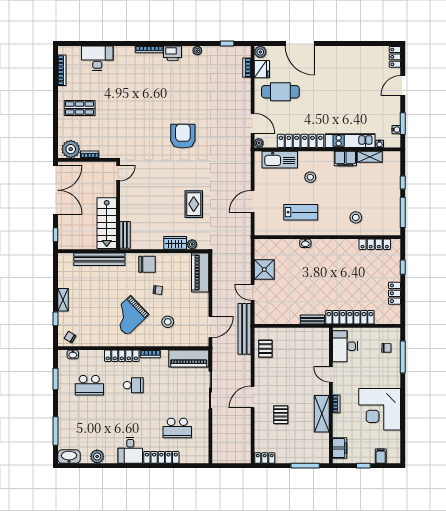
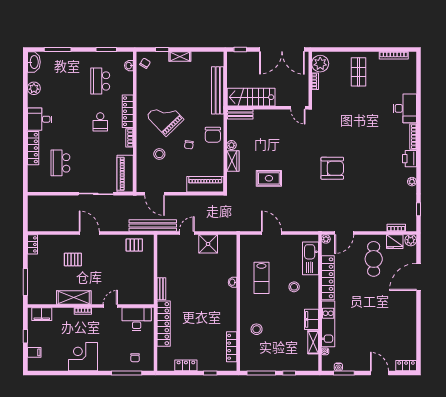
desk: (97, 58) -> (405, 108), moved
plant: (192, 244) -> (231, 145), moved
corner desk: (380, 409) -> (83, 357), width x0.74, depth x0.74

